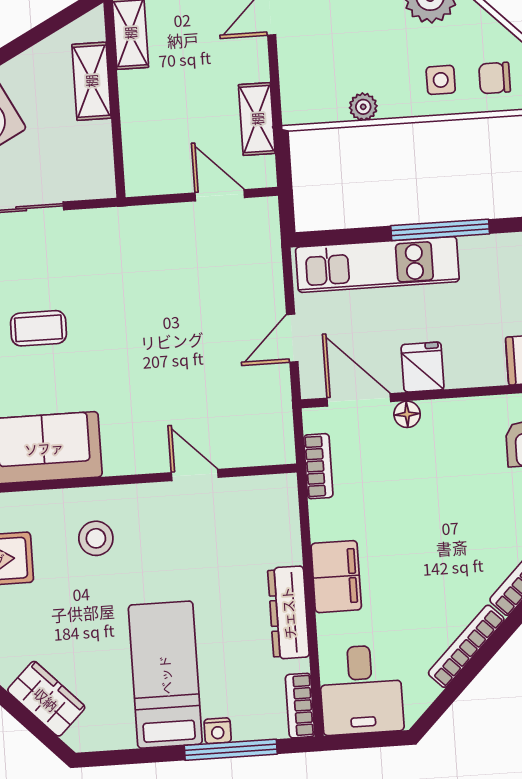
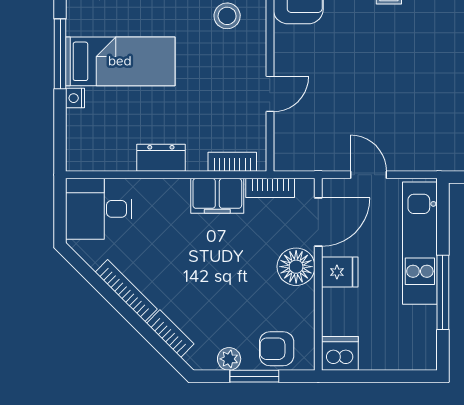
floor lamp: (407, 414) -> (296, 267), width x1.89, depth x1.89
filing cabinet: (336, 577) -> (217, 196), moved
dresser: (288, 613) -> (161, 158), width x0.70
bookcase: (300, 706) -> (232, 162), moved
window: (231, 750) -> (60, 54), moved

